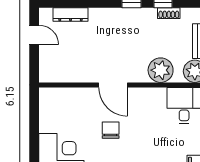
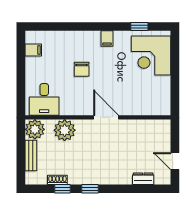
dresser: (70, 15) -> (143, 179), width x0.70
chair: (111, 130) -> (82, 69), moved

